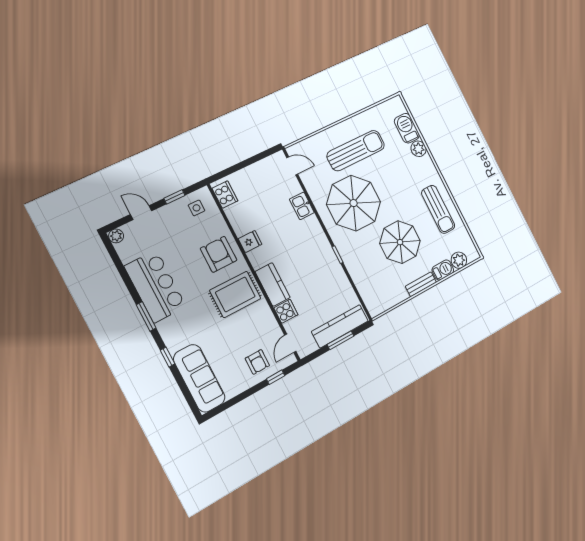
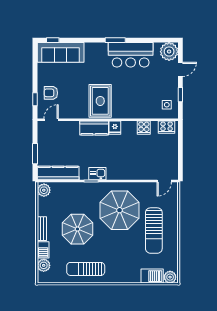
plant: (419, 149) -> (170, 277), moved
kitchen sink: (302, 206) -> (97, 174), moved
plant: (116, 236) -> (169, 52), width x1.88, depth x1.88
fridge: (250, 242) -> (115, 128), moved
armchair: (219, 254) -> (131, 104), removed
plant: (377, 306) -> (44, 190), added
cooker: (286, 311) -> (144, 128), moved
kitchen counter: (340, 326) -> (58, 173), moved, turned -90
door: (290, 343) -> (51, 120), hinge flipped
window: (168, 357) -> (53, 40), moved

